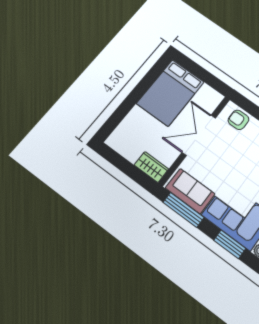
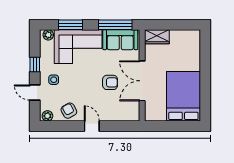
armchair: (238, 120) -> (110, 82), moved
double door: (199, 135) -> (142, 81), swing flipped

